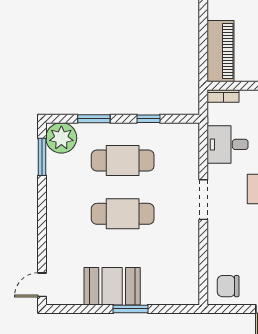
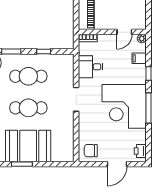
booth: (112, 286) -> (28, 146), width x1.36, depth x1.42
window: (131, 309) -> (22, 164), moved

